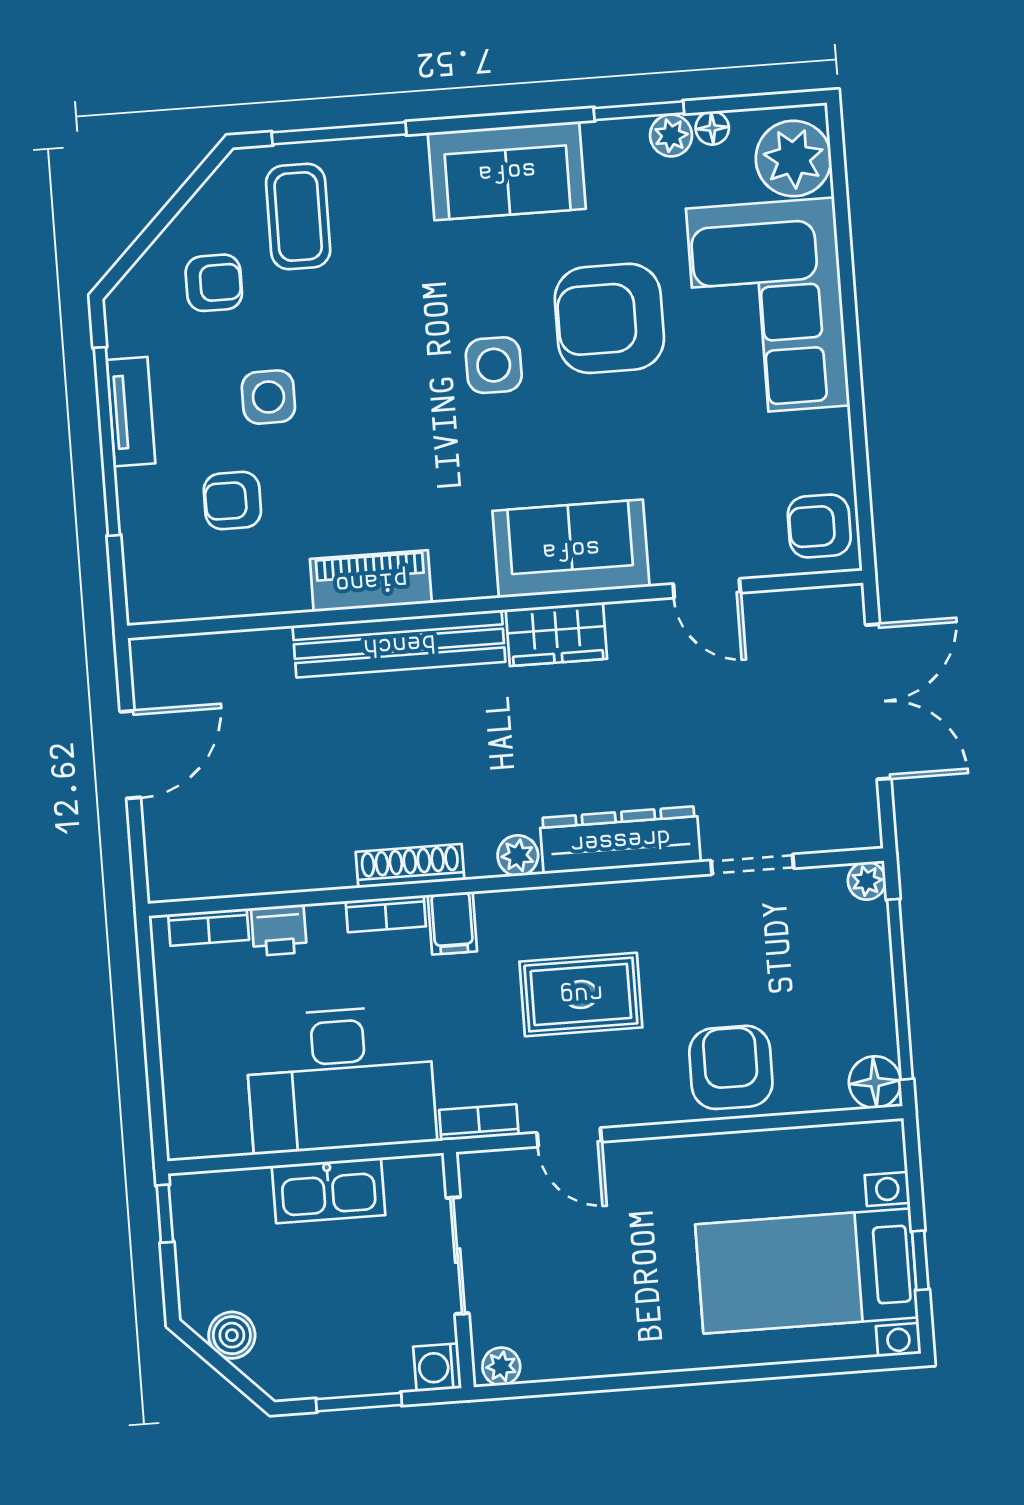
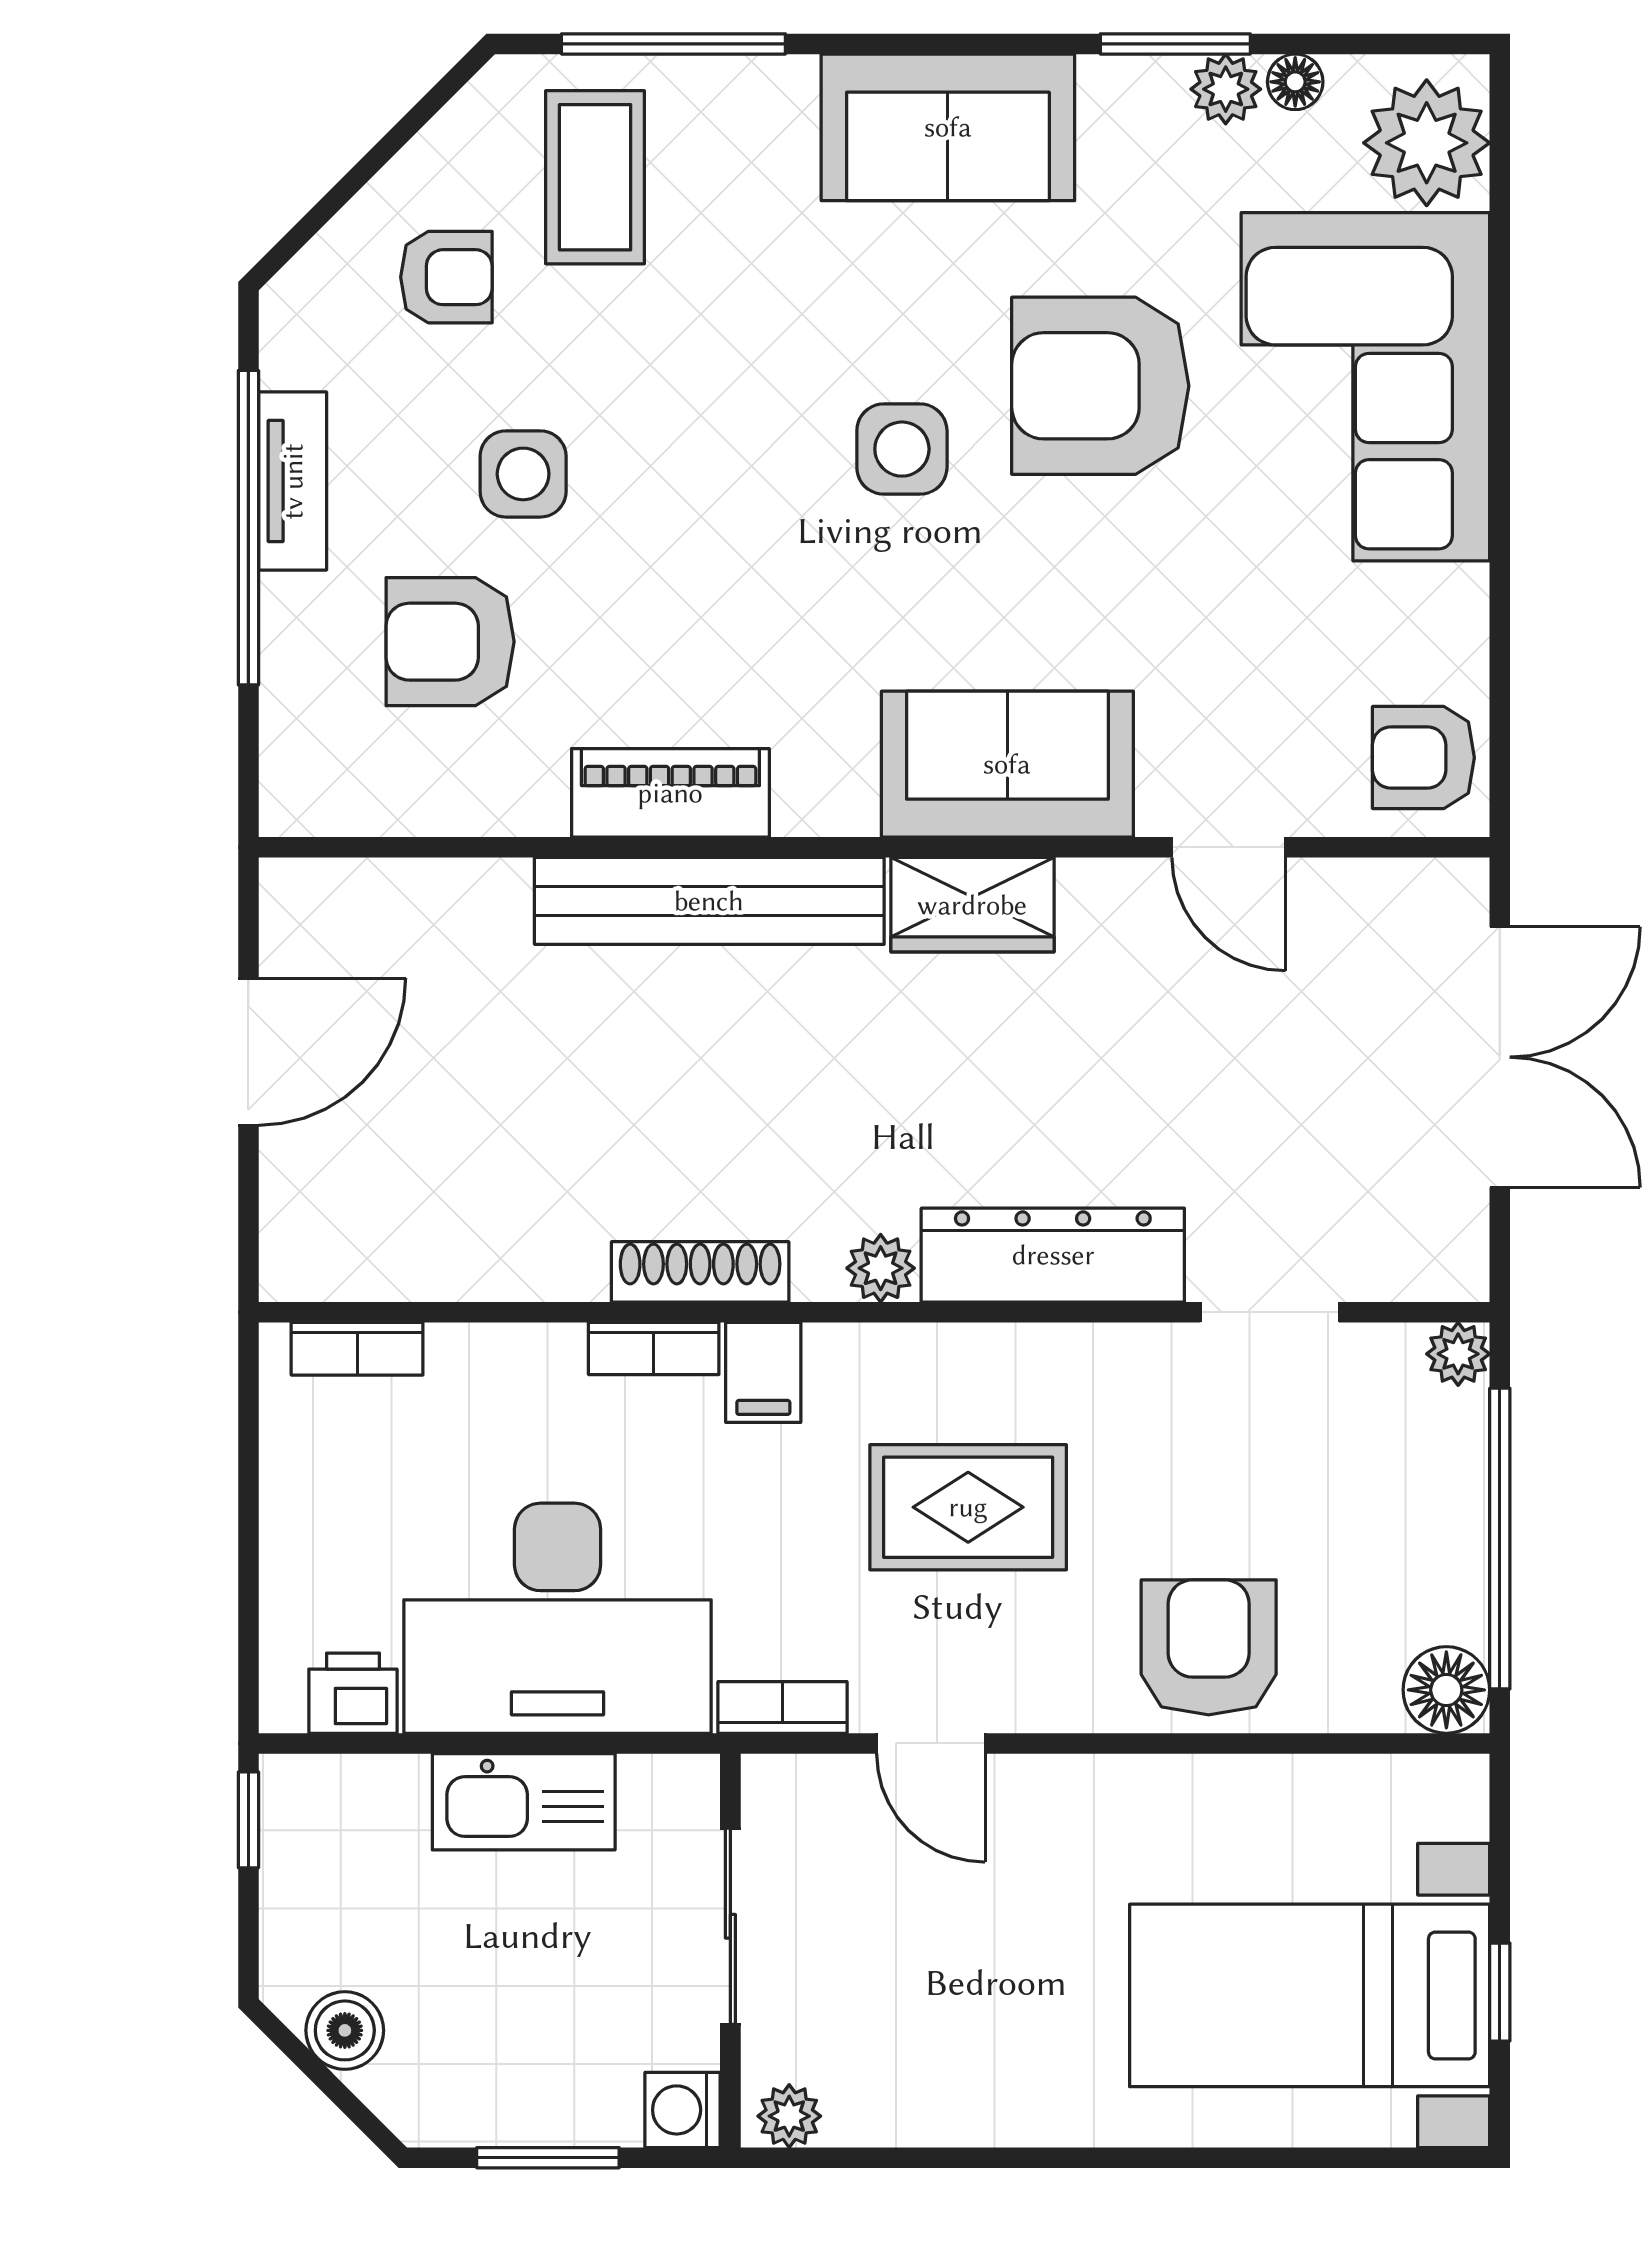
armchair: (232, 501) -> (450, 642), width x1.38, depth x1.38
printer: (279, 930) -> (353, 1693), moved, turned 180

